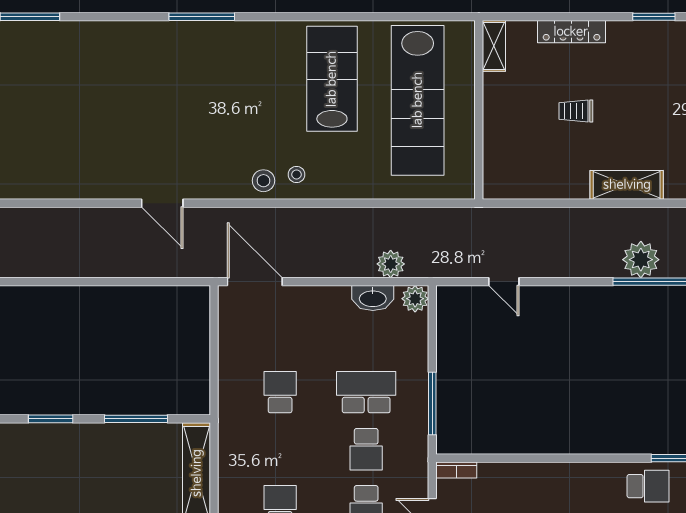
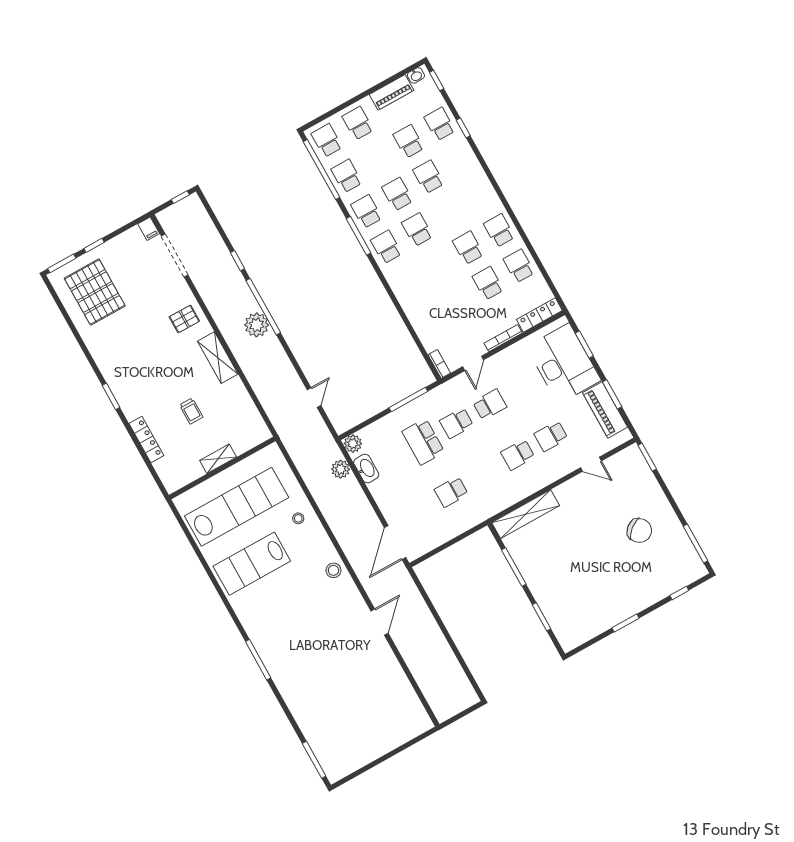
shelving: (494, 46) -> (218, 459), moved
stool: (297, 174) -> (298, 518), moved
school desk: (366, 449) -> (456, 423), turned 180

